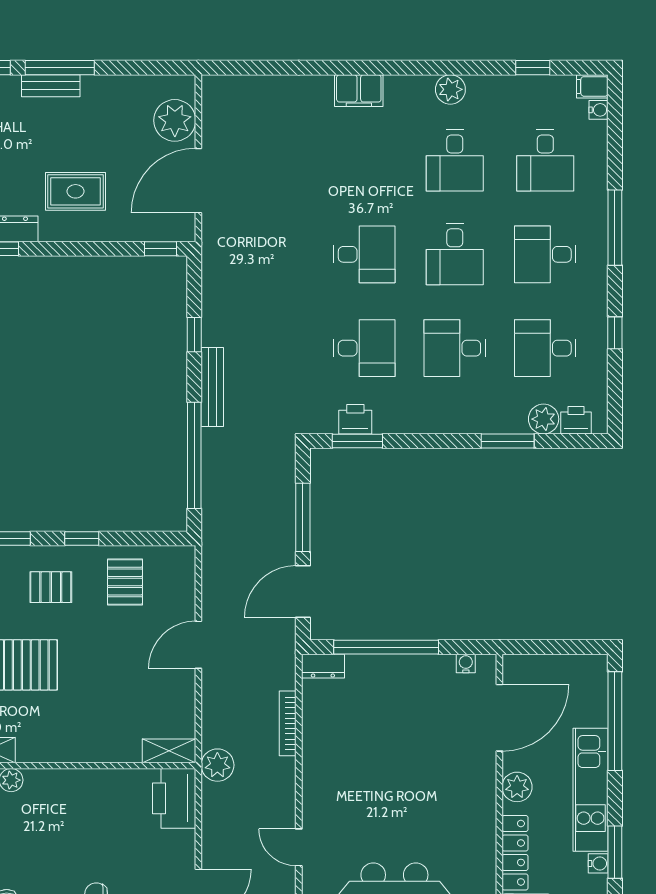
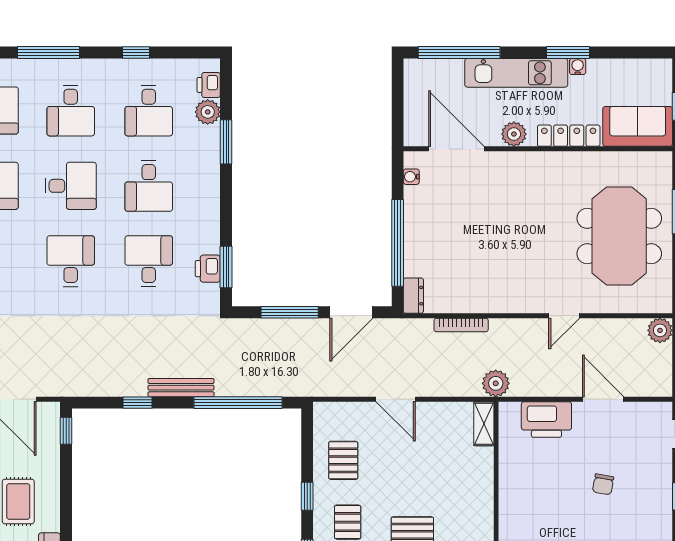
pallet: (125, 582) -> (343, 460), turned 90
door: (303, 592) -> (351, 312), hinge flipped
printer: (174, 798) -> (546, 419), moved

